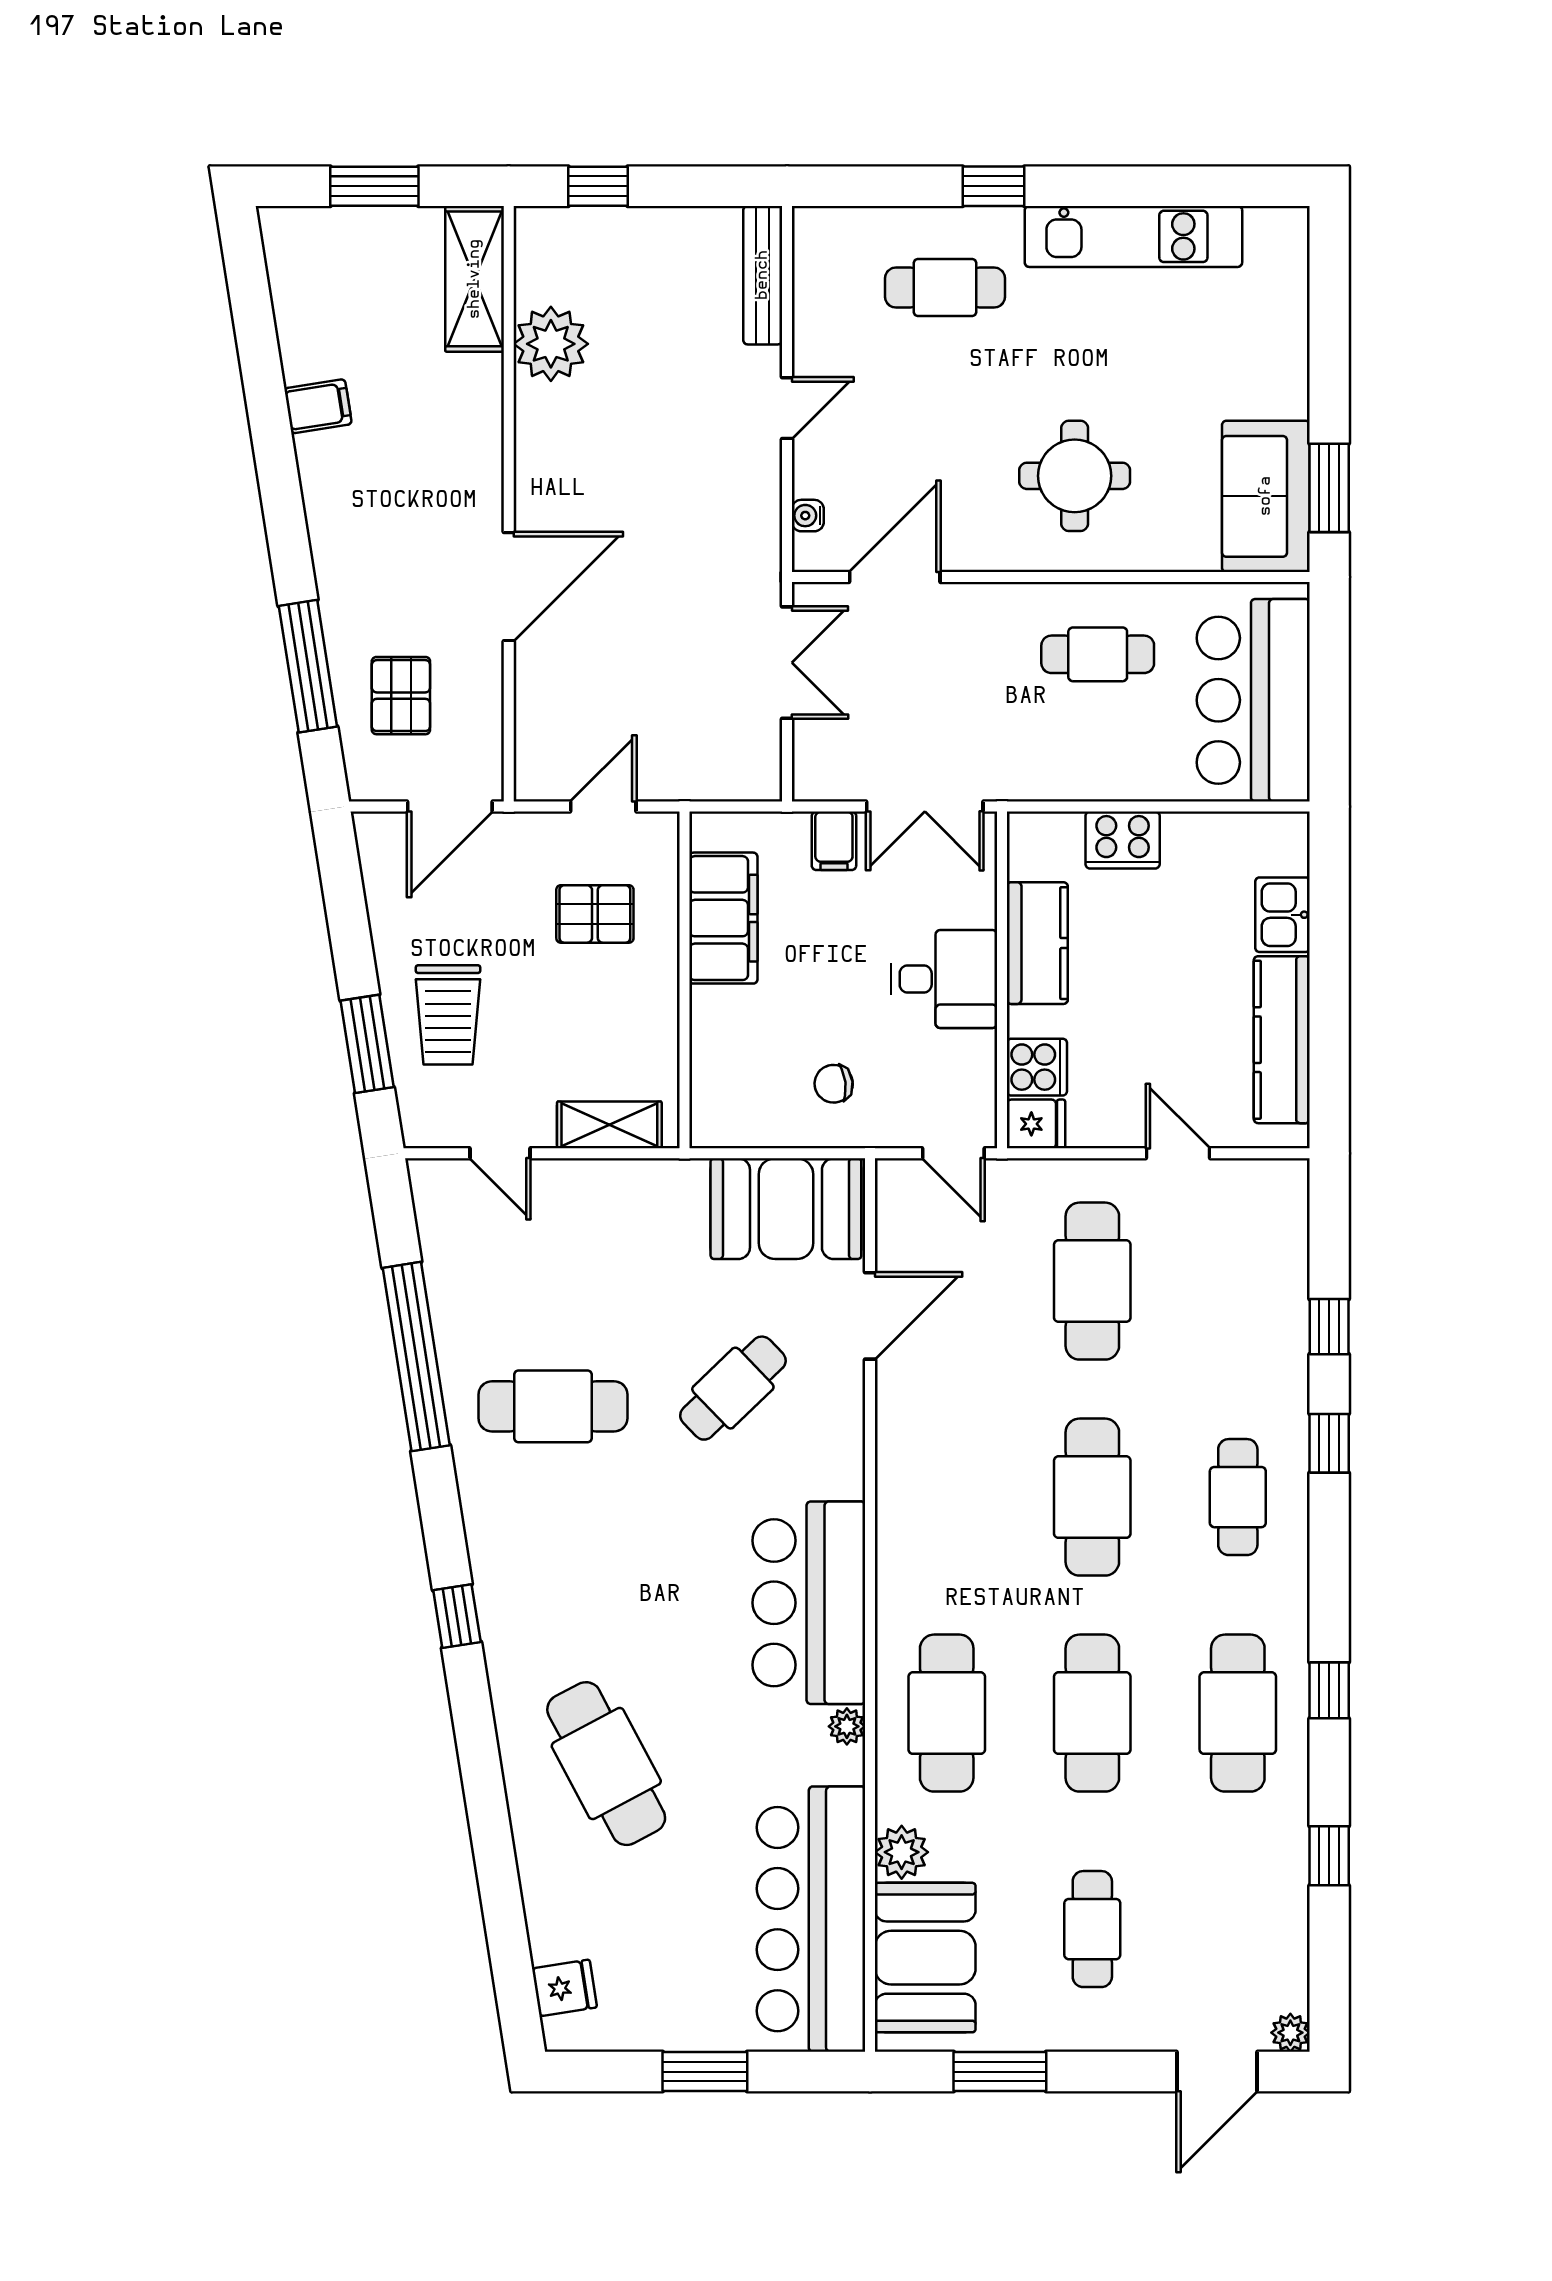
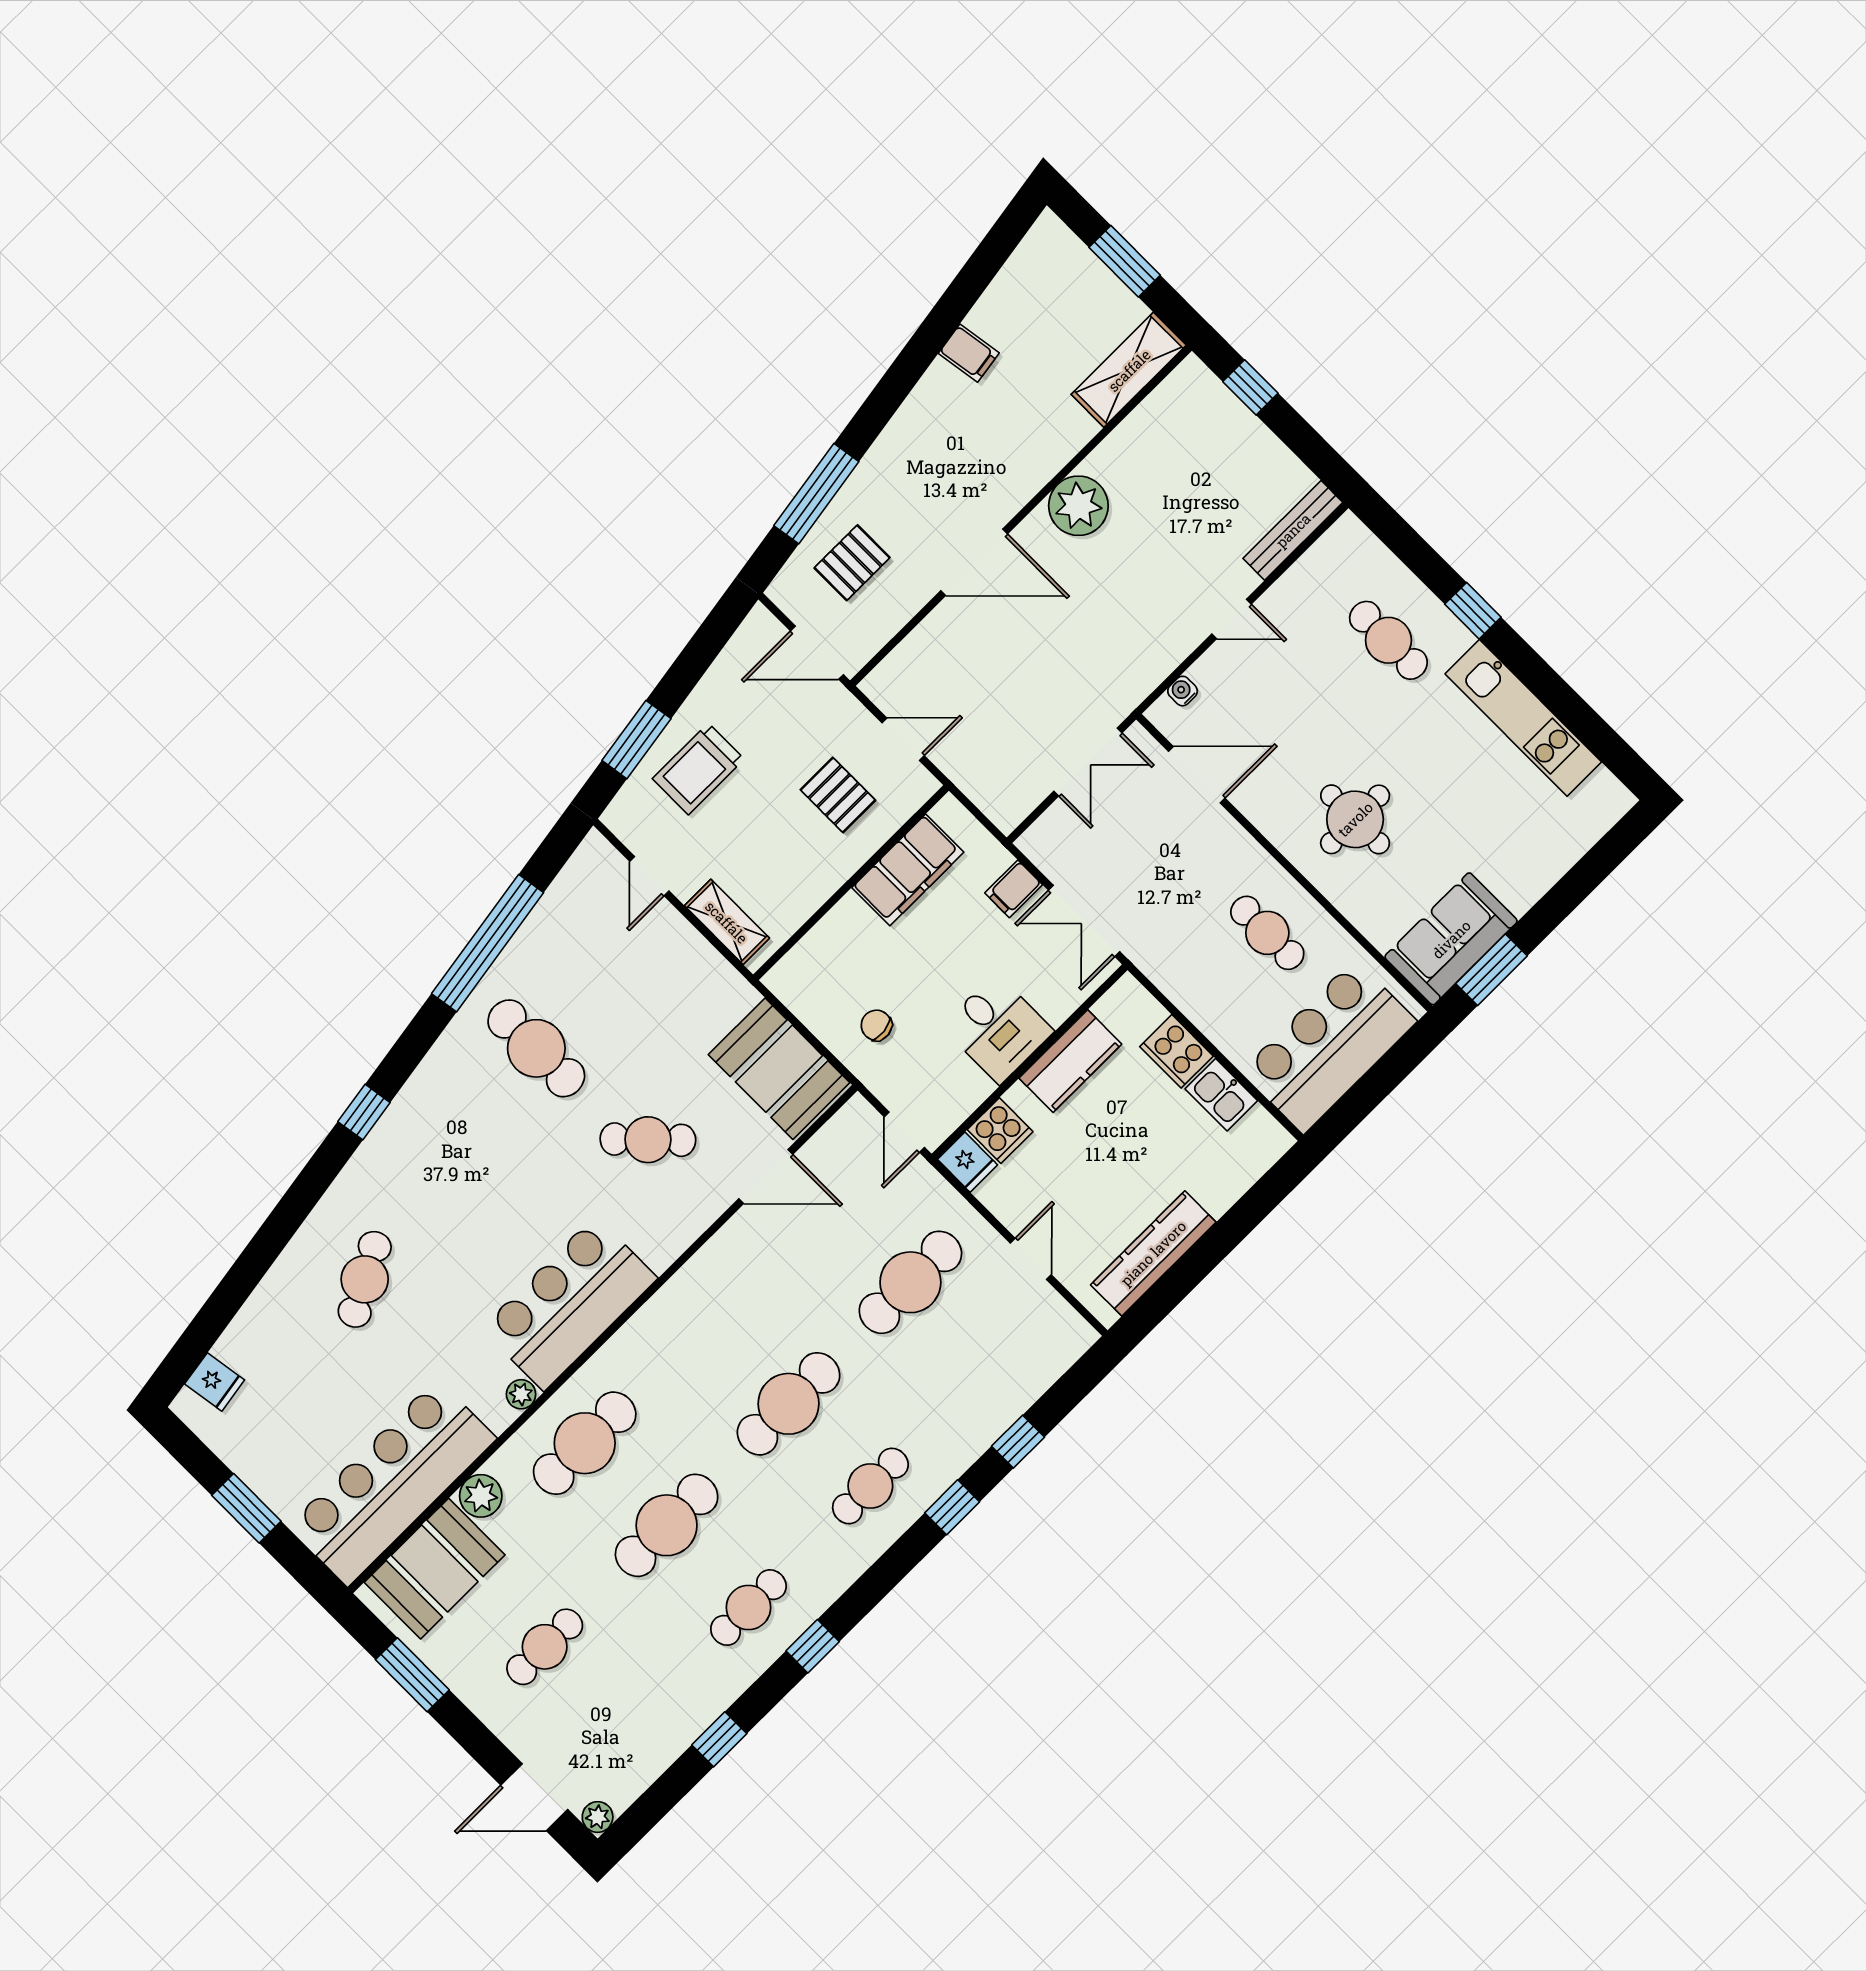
plant: (551, 344) -> (1078, 506), moved
kitchen sink: (1282, 915) -> (1221, 1095), moved, turned -90
cafe table: (1238, 1713) -> (748, 1607), width x0.73, depth x0.74
cafe table: (606, 1764) -> (365, 1279), width x0.73, depth x0.74

